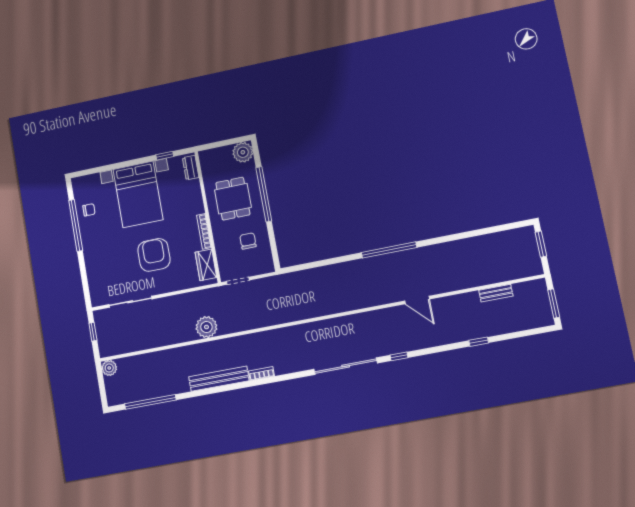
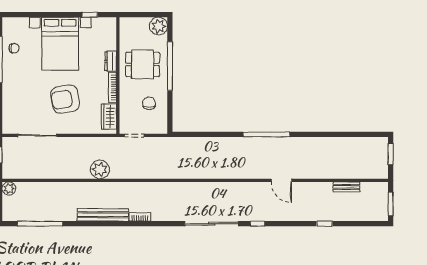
dresser: (191, 168) -> (111, 61), moved
dining table: (233, 199) -> (143, 64), turned 90
armchair: (154, 255) -> (65, 99), turned -100

